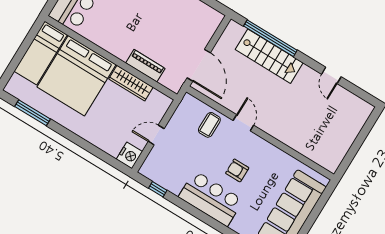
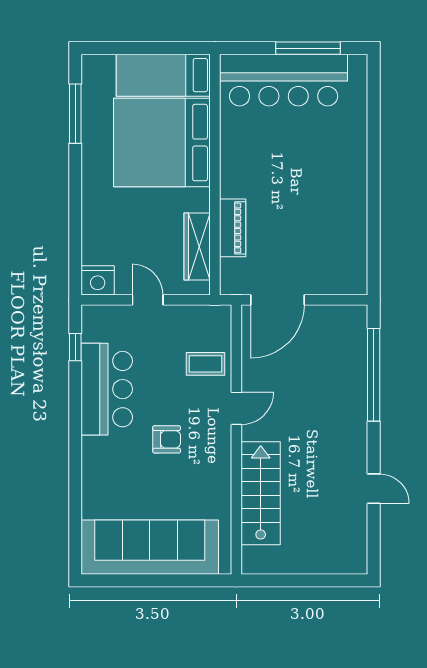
stairs: (269, 56) -> (261, 493), moved, turned 180
door: (331, 75) -> (374, 489), swing flipped
wardrobe: (131, 83) -> (197, 246), moved
armchair: (237, 170) -> (167, 439), turned 90
bar counter: (211, 198) -> (107, 389), moved

